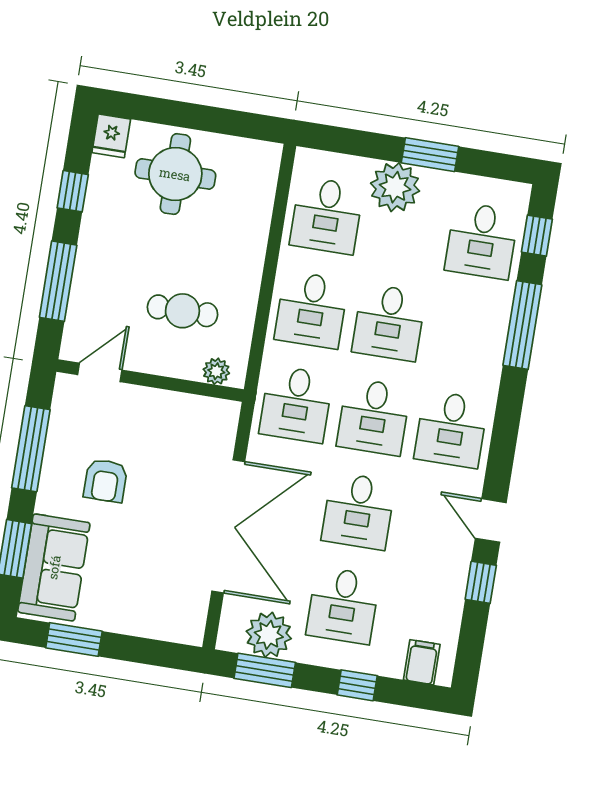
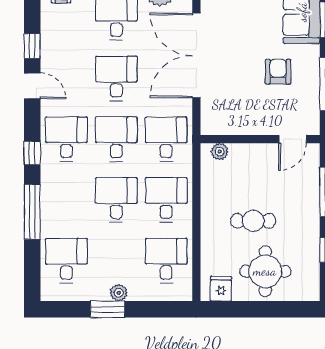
fridge: (111, 136) -> (221, 289), moved
plant: (395, 187) -> (119, 293), width x0.53, depth x0.53
window: (537, 236) -> (32, 153), moved
cafe table: (182, 311) -> (253, 221), moved

